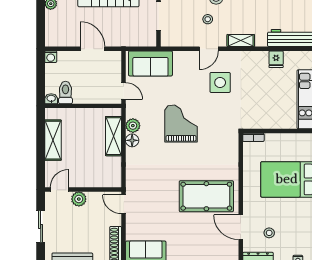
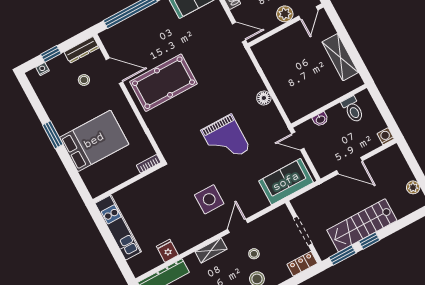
washbasin: (51, 99) -> (320, 119), moved
plant: (133, 126) -> (271, 113), removed
shelving: (114, 136) -> (284, 92), removed

